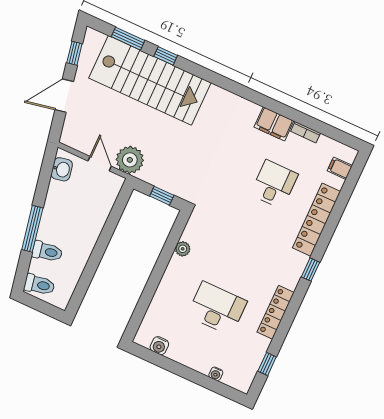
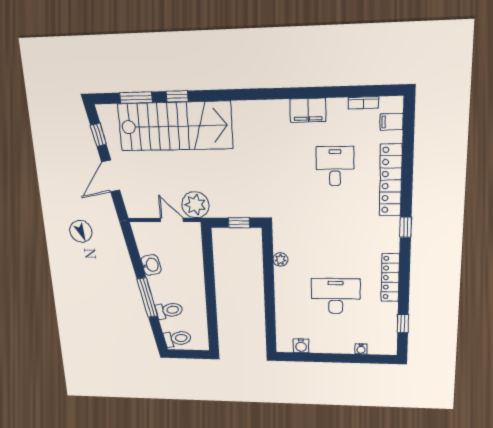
bookcase: (306, 132) -> (363, 103), moved
washbasin: (62, 169) -> (151, 265), moved

